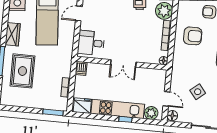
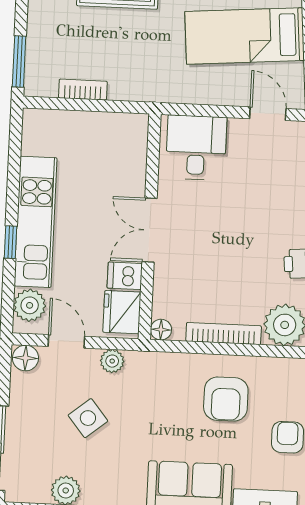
dishwasher: (81, 68) -> (125, 276), moved
plant: (175, 81) -> (112, 361), added
door: (166, 99) -> (66, 341), swing flipped
fridge: (82, 106) -> (122, 312), moved, turned 180

